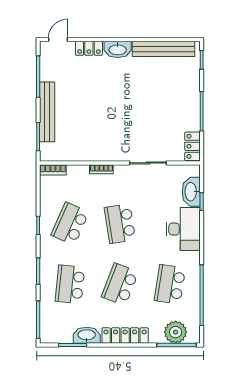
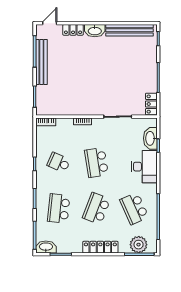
bench: (47, 112) -> (41, 62), moved
school desk: (70, 224) -> (59, 163), width x0.54
school desk: (170, 284) -> (134, 208), turned -33
washbasin: (87, 335) -> (46, 247), moved

